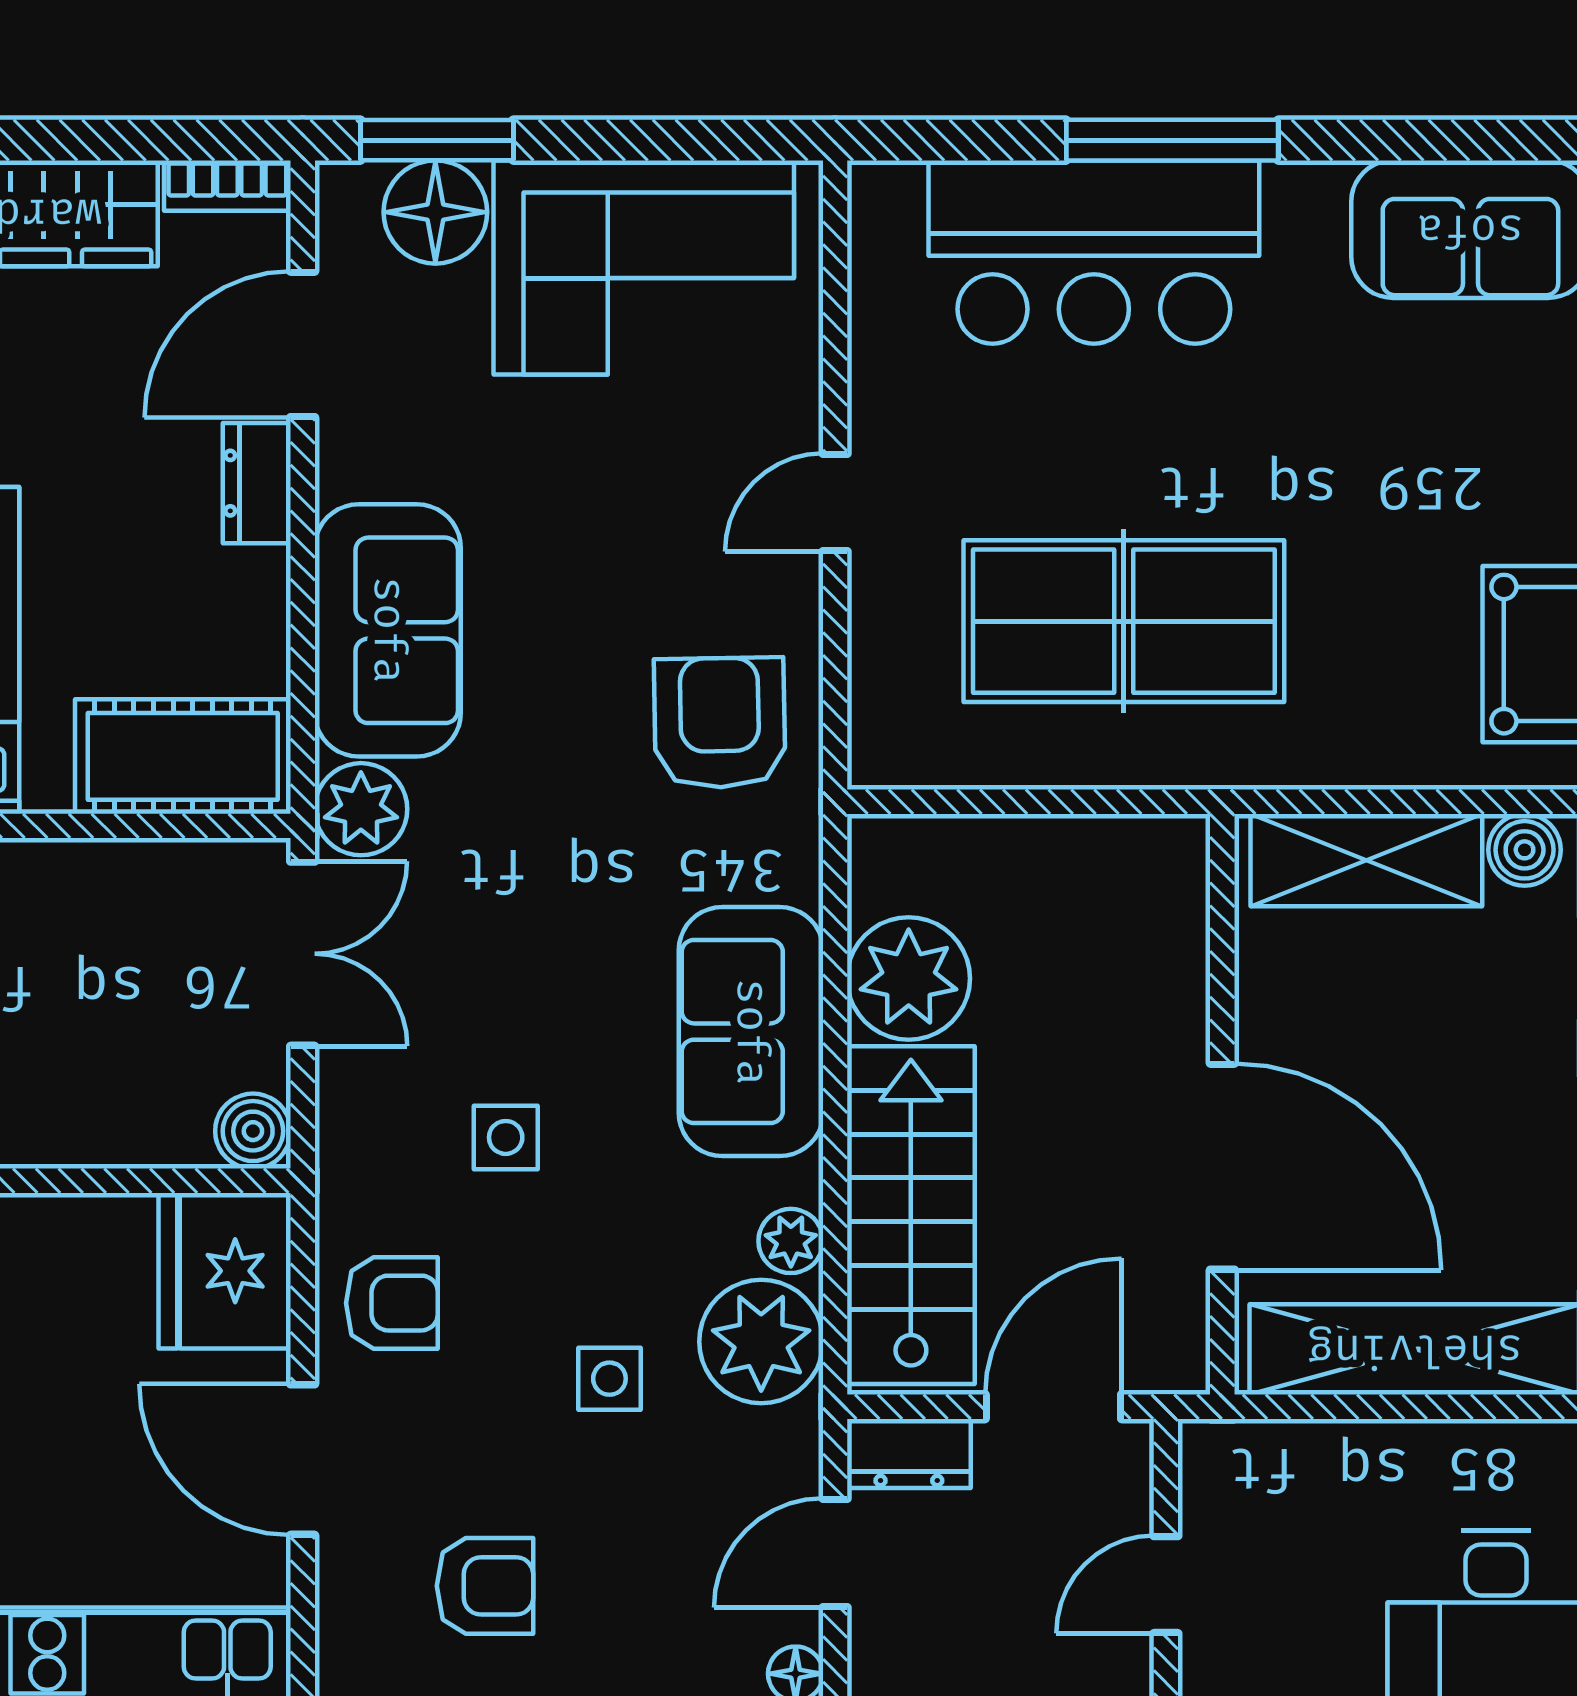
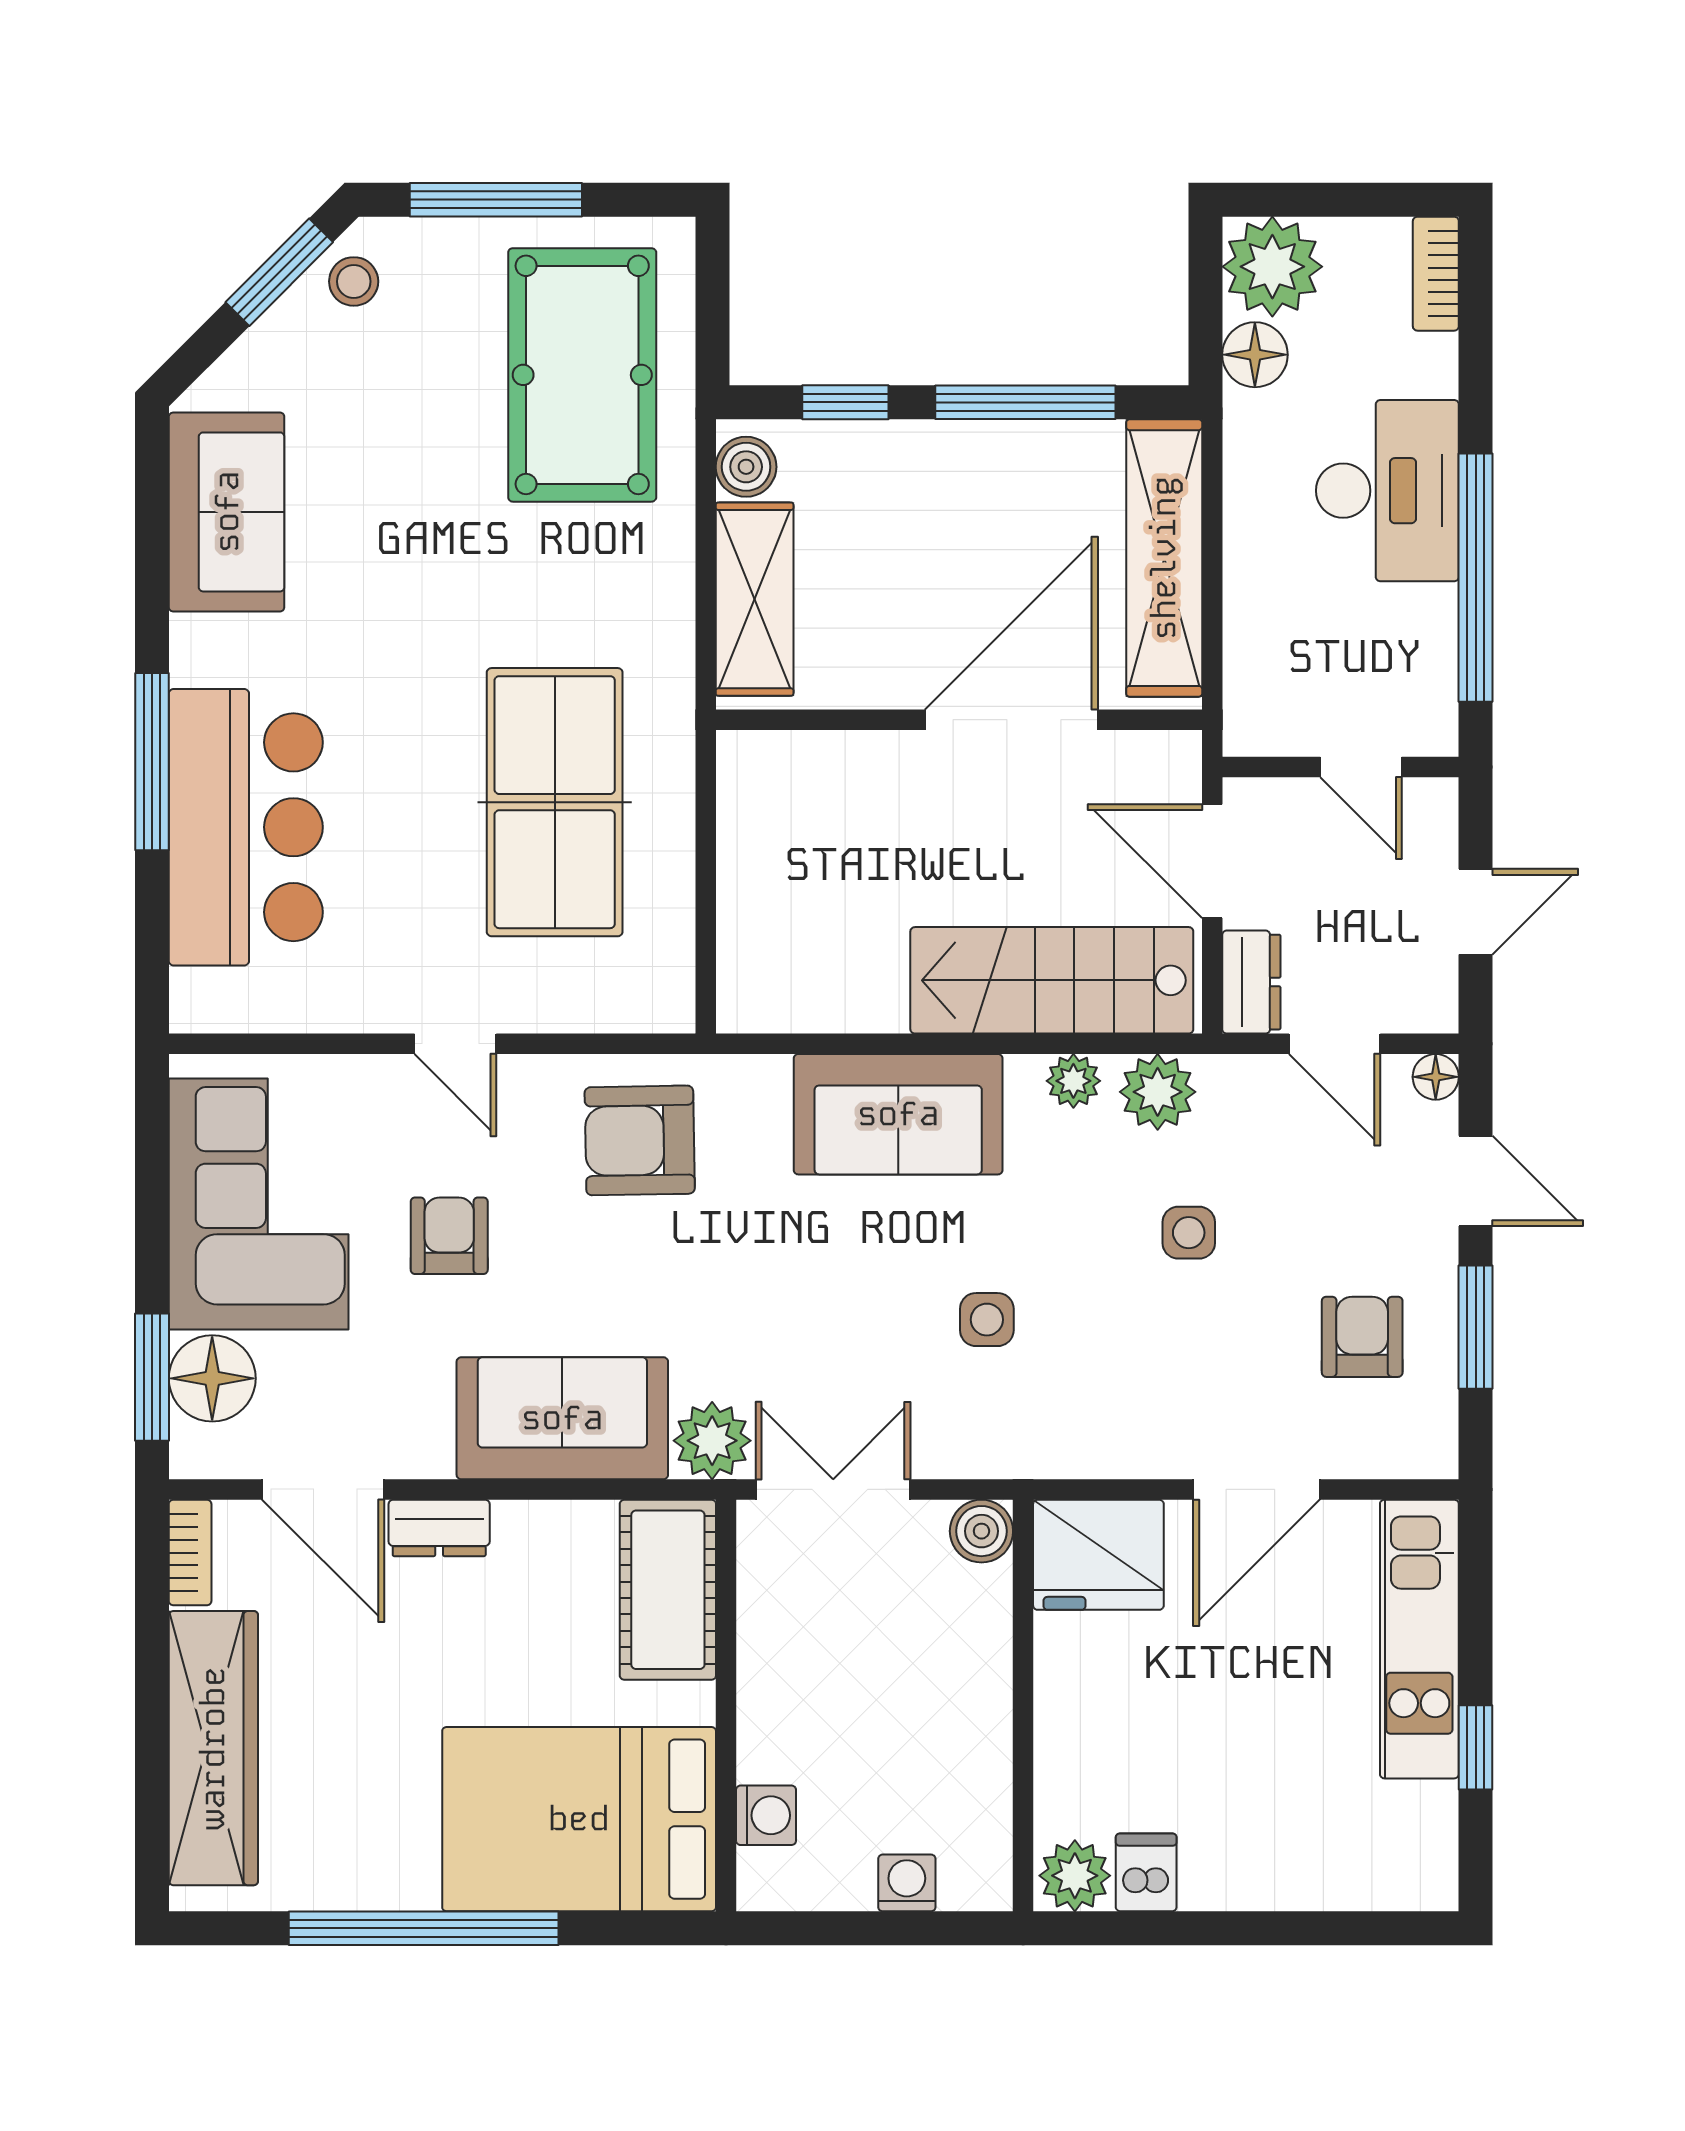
plant: (909, 978) -> (854, 982), removed
armchair: (392, 1303) -> (449, 1236), moved
plant: (761, 1342) -> (1158, 1092), width x0.73, depth x0.73

